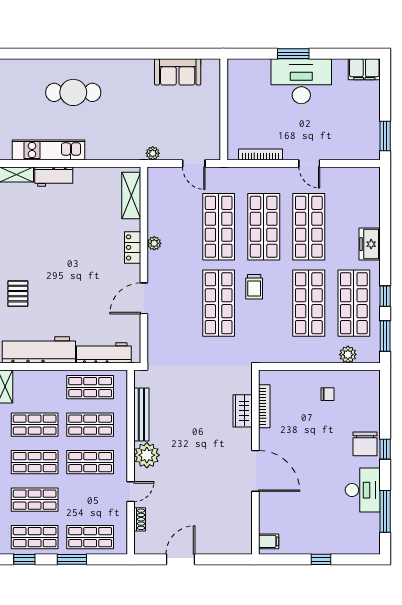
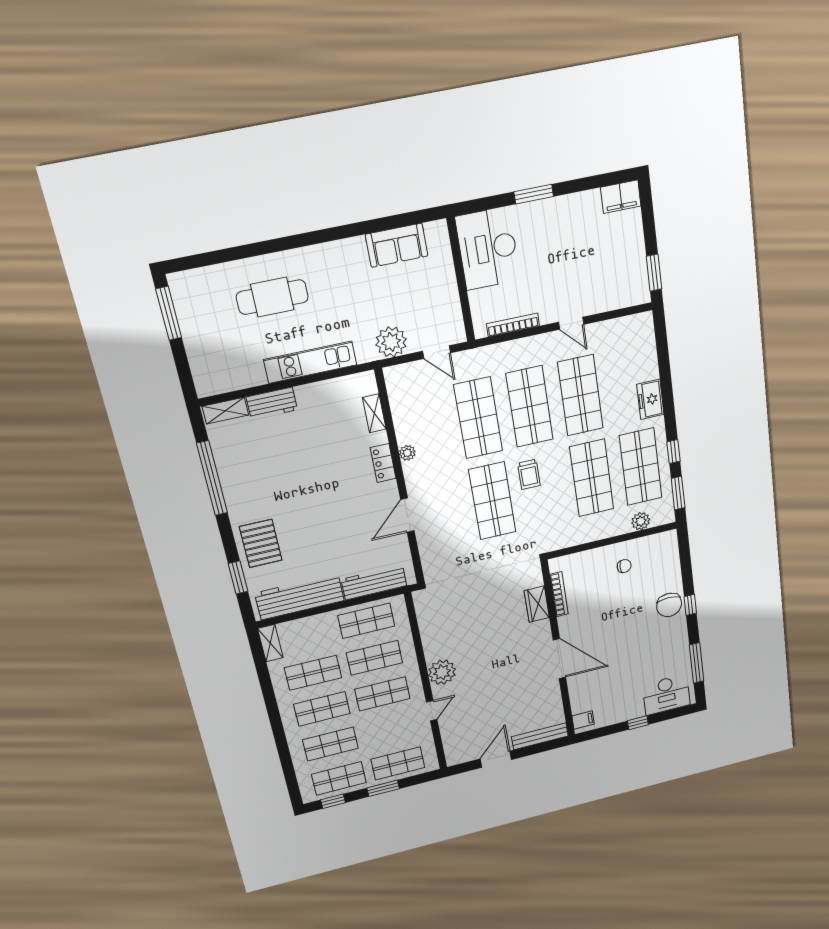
desk: (301, 81) -> (488, 248), moved, turned -90
kitchen unit: (49, 150) -> (310, 362), moved
plant: (153, 153) -> (391, 342), width x1.88, depth x1.88
shelving: (131, 196) -> (374, 413), width x0.67, depth x0.75
pallet: (18, 294) -> (261, 543), width x1.50, depth x1.42
bench: (141, 414) -> (540, 736), moved, turned 90
desk: (363, 490) -> (666, 695), moved, turned 90
shoe rack: (140, 519) -> (446, 734), removed

